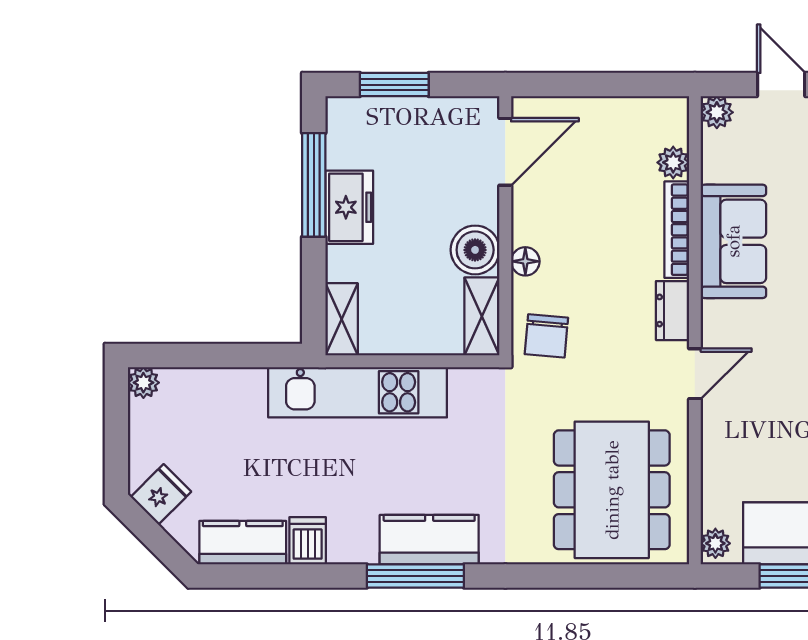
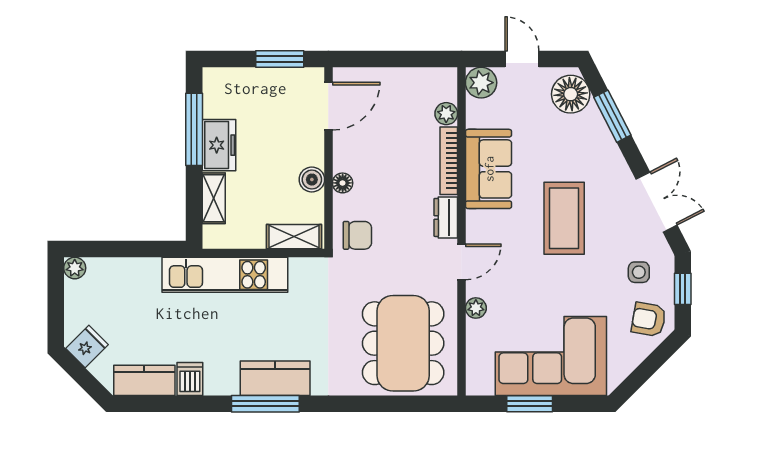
window: (394, 85) -> (280, 59), moved
plant: (717, 112) -> (481, 83), width x1.38, depth x1.38
boiler: (475, 250) -> (312, 180), width x0.73, depth x0.73
shelving: (482, 316) -> (294, 237), moved, turned 90
shelving: (342, 319) -> (214, 198), moved
chair: (546, 336) -> (357, 235), turned -95
plant: (715, 543) -> (476, 308), moved

